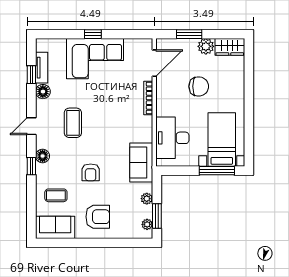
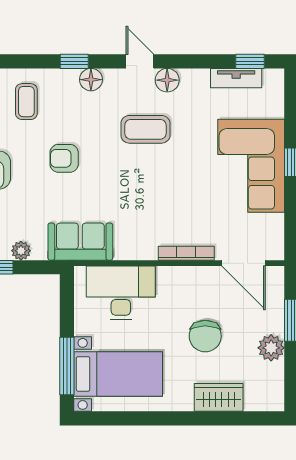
wardrobe: (230, 47) -> (219, 397), moved, turned 90
window: (31, 75) -> (250, 61), moved
floor lamp: (43, 92) -> (167, 80), moved

